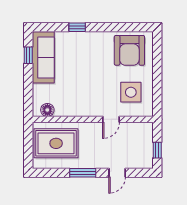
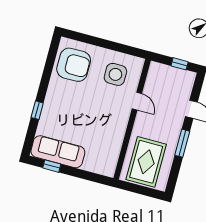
floor lamp: (47, 110) -> (111, 162), removed

